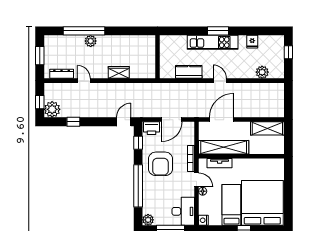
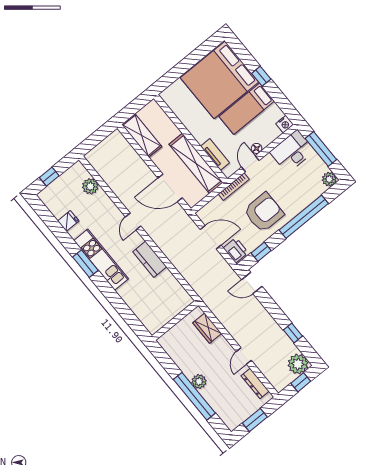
wall: (158, 57) -> (175, 321), moved

